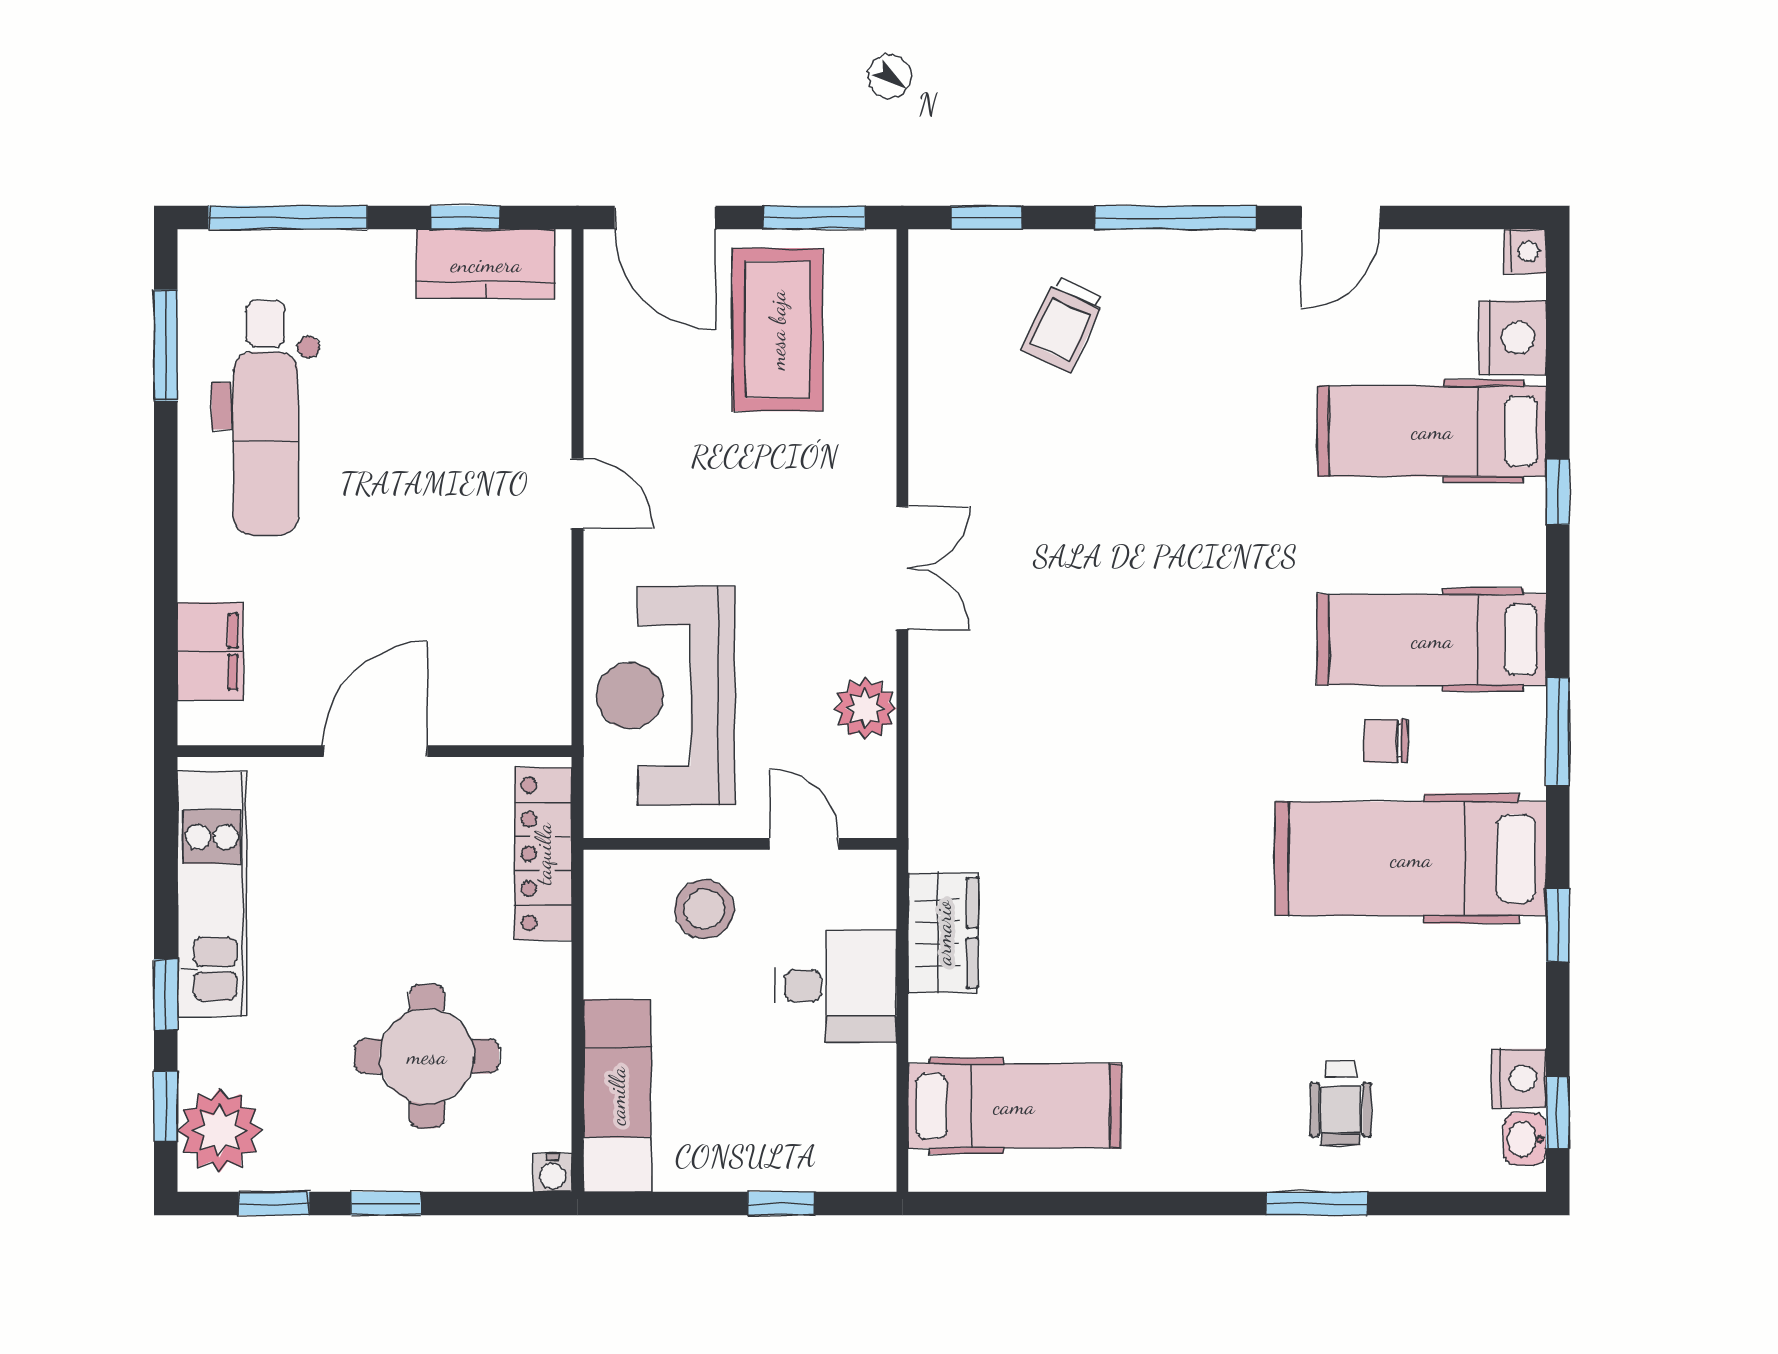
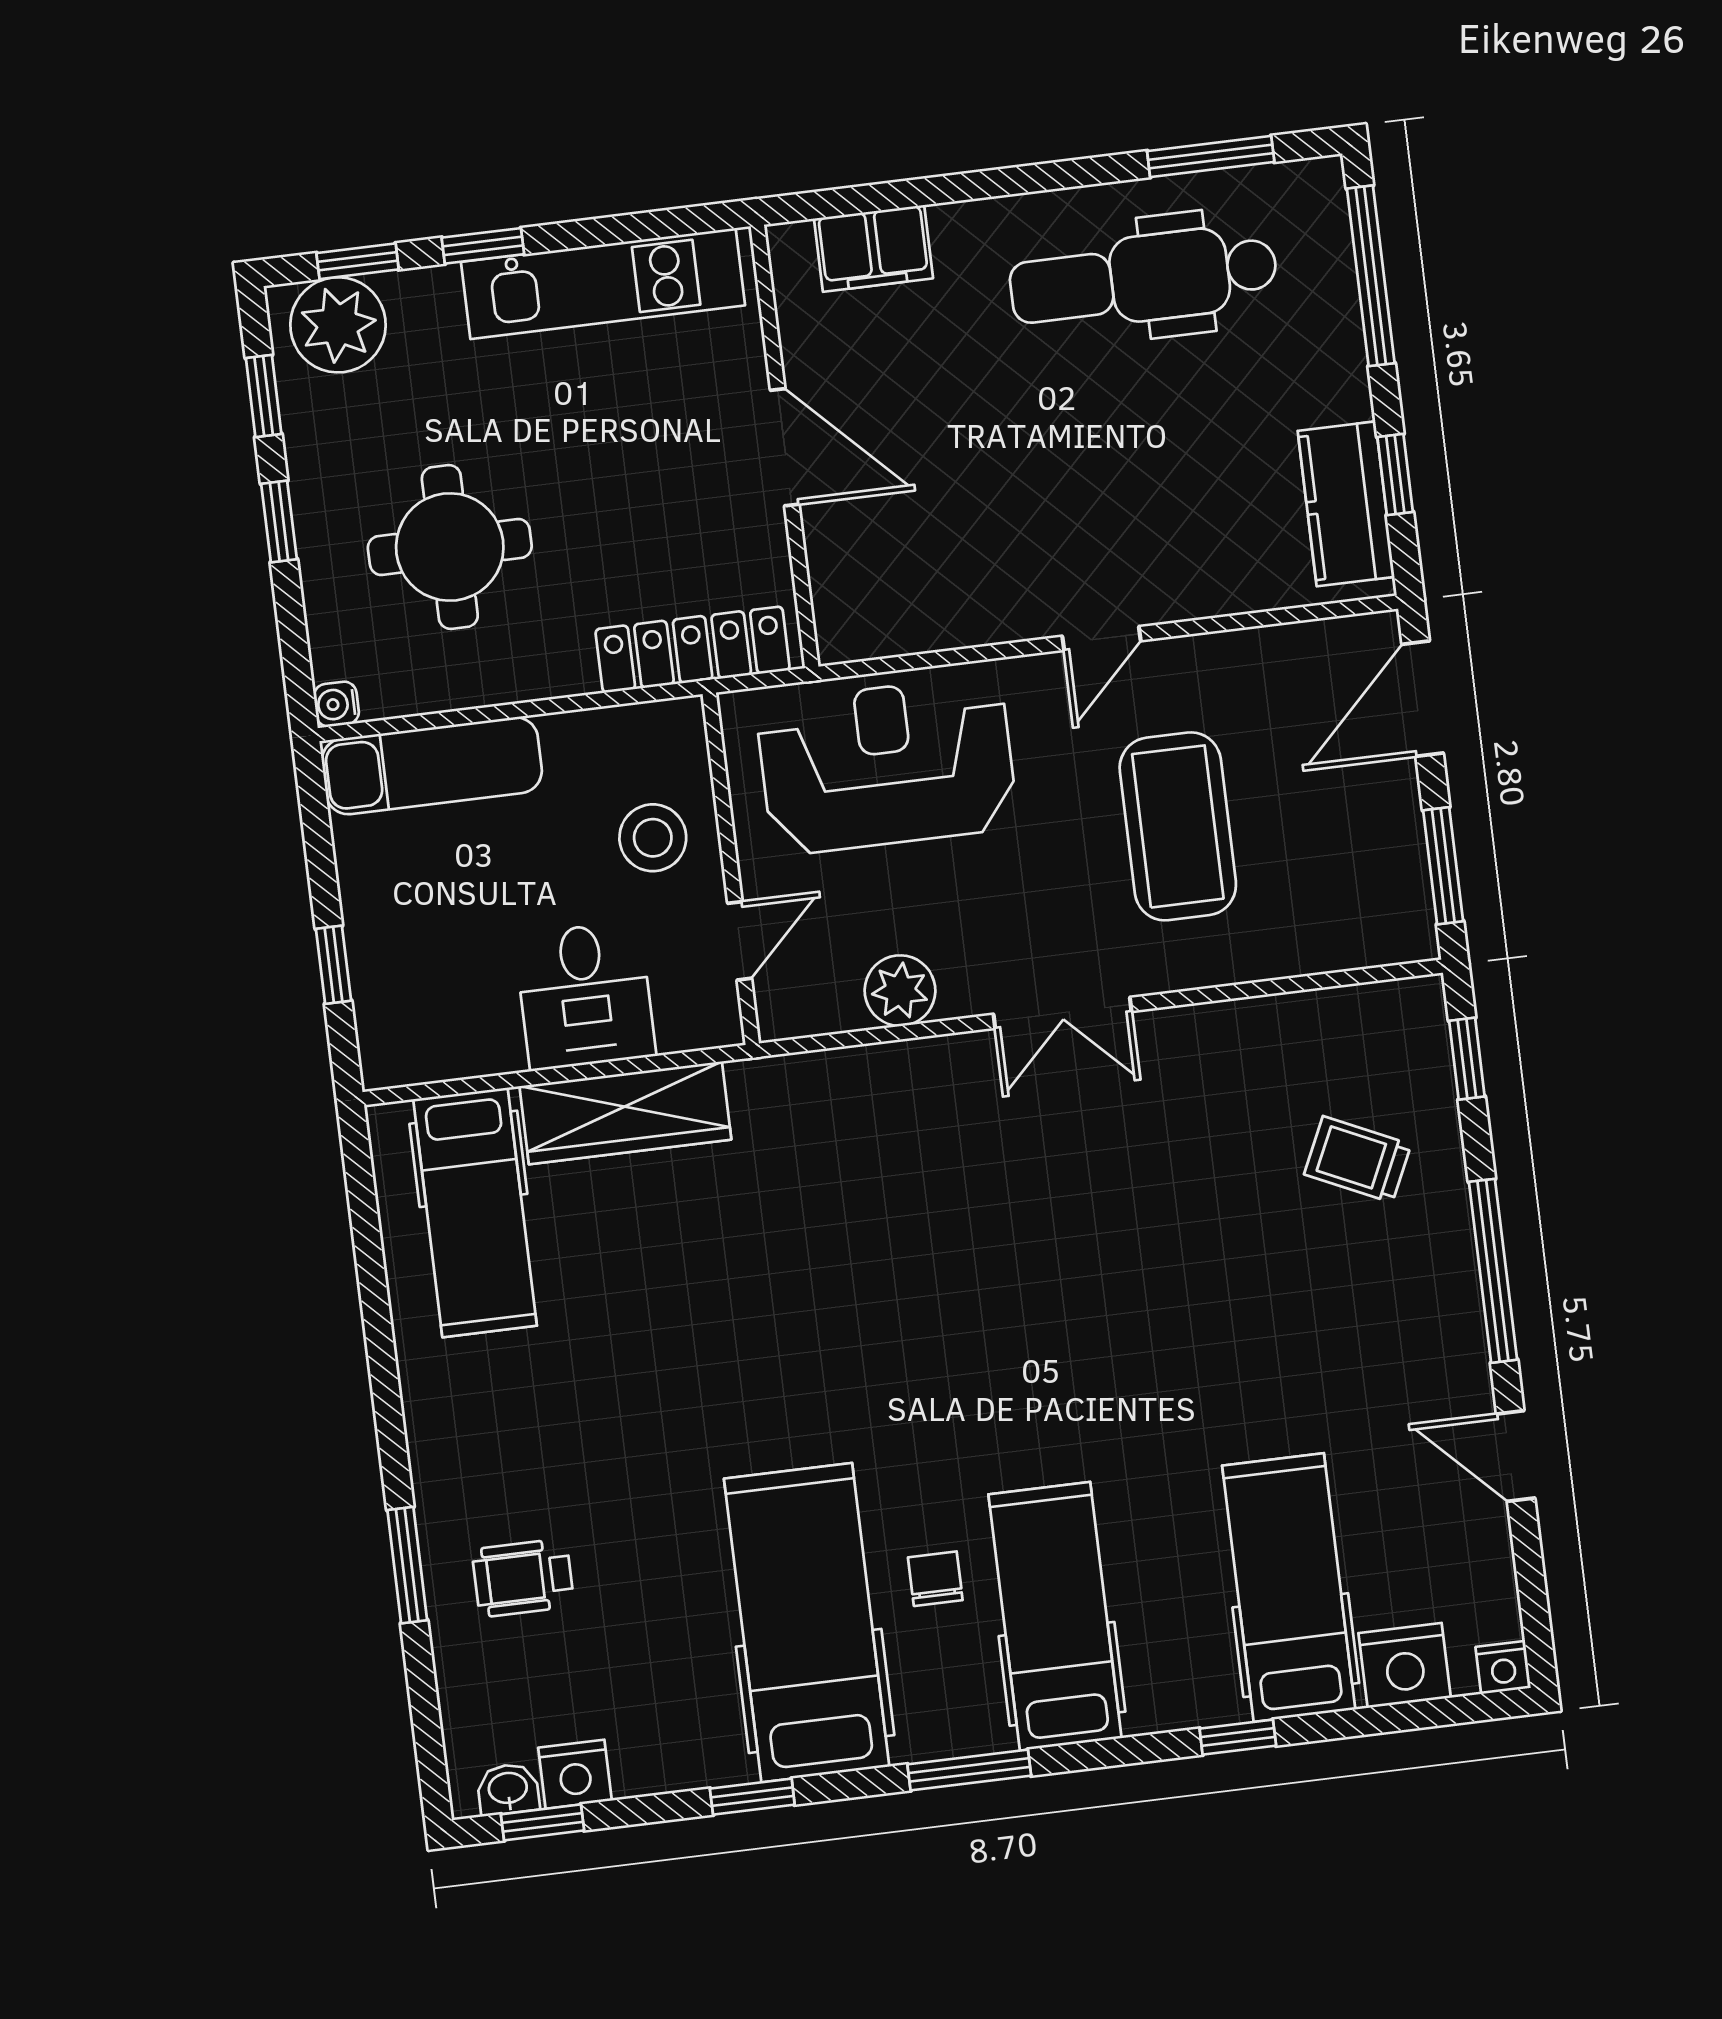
coffee table: (777, 330) -> (1178, 826), moved, turned 90
wardrobe: (943, 933) -> (625, 1113), width x1.50

